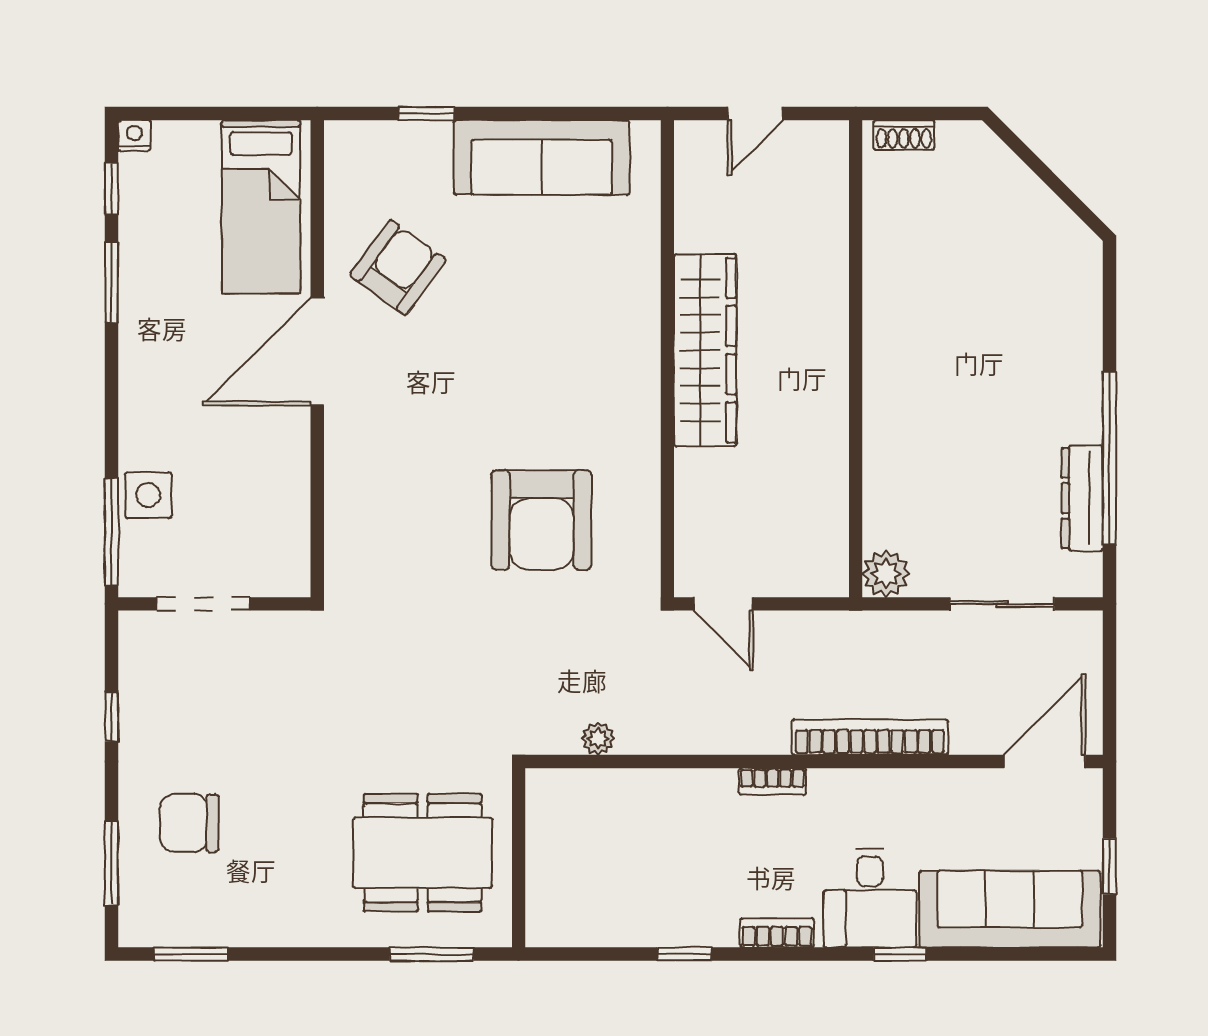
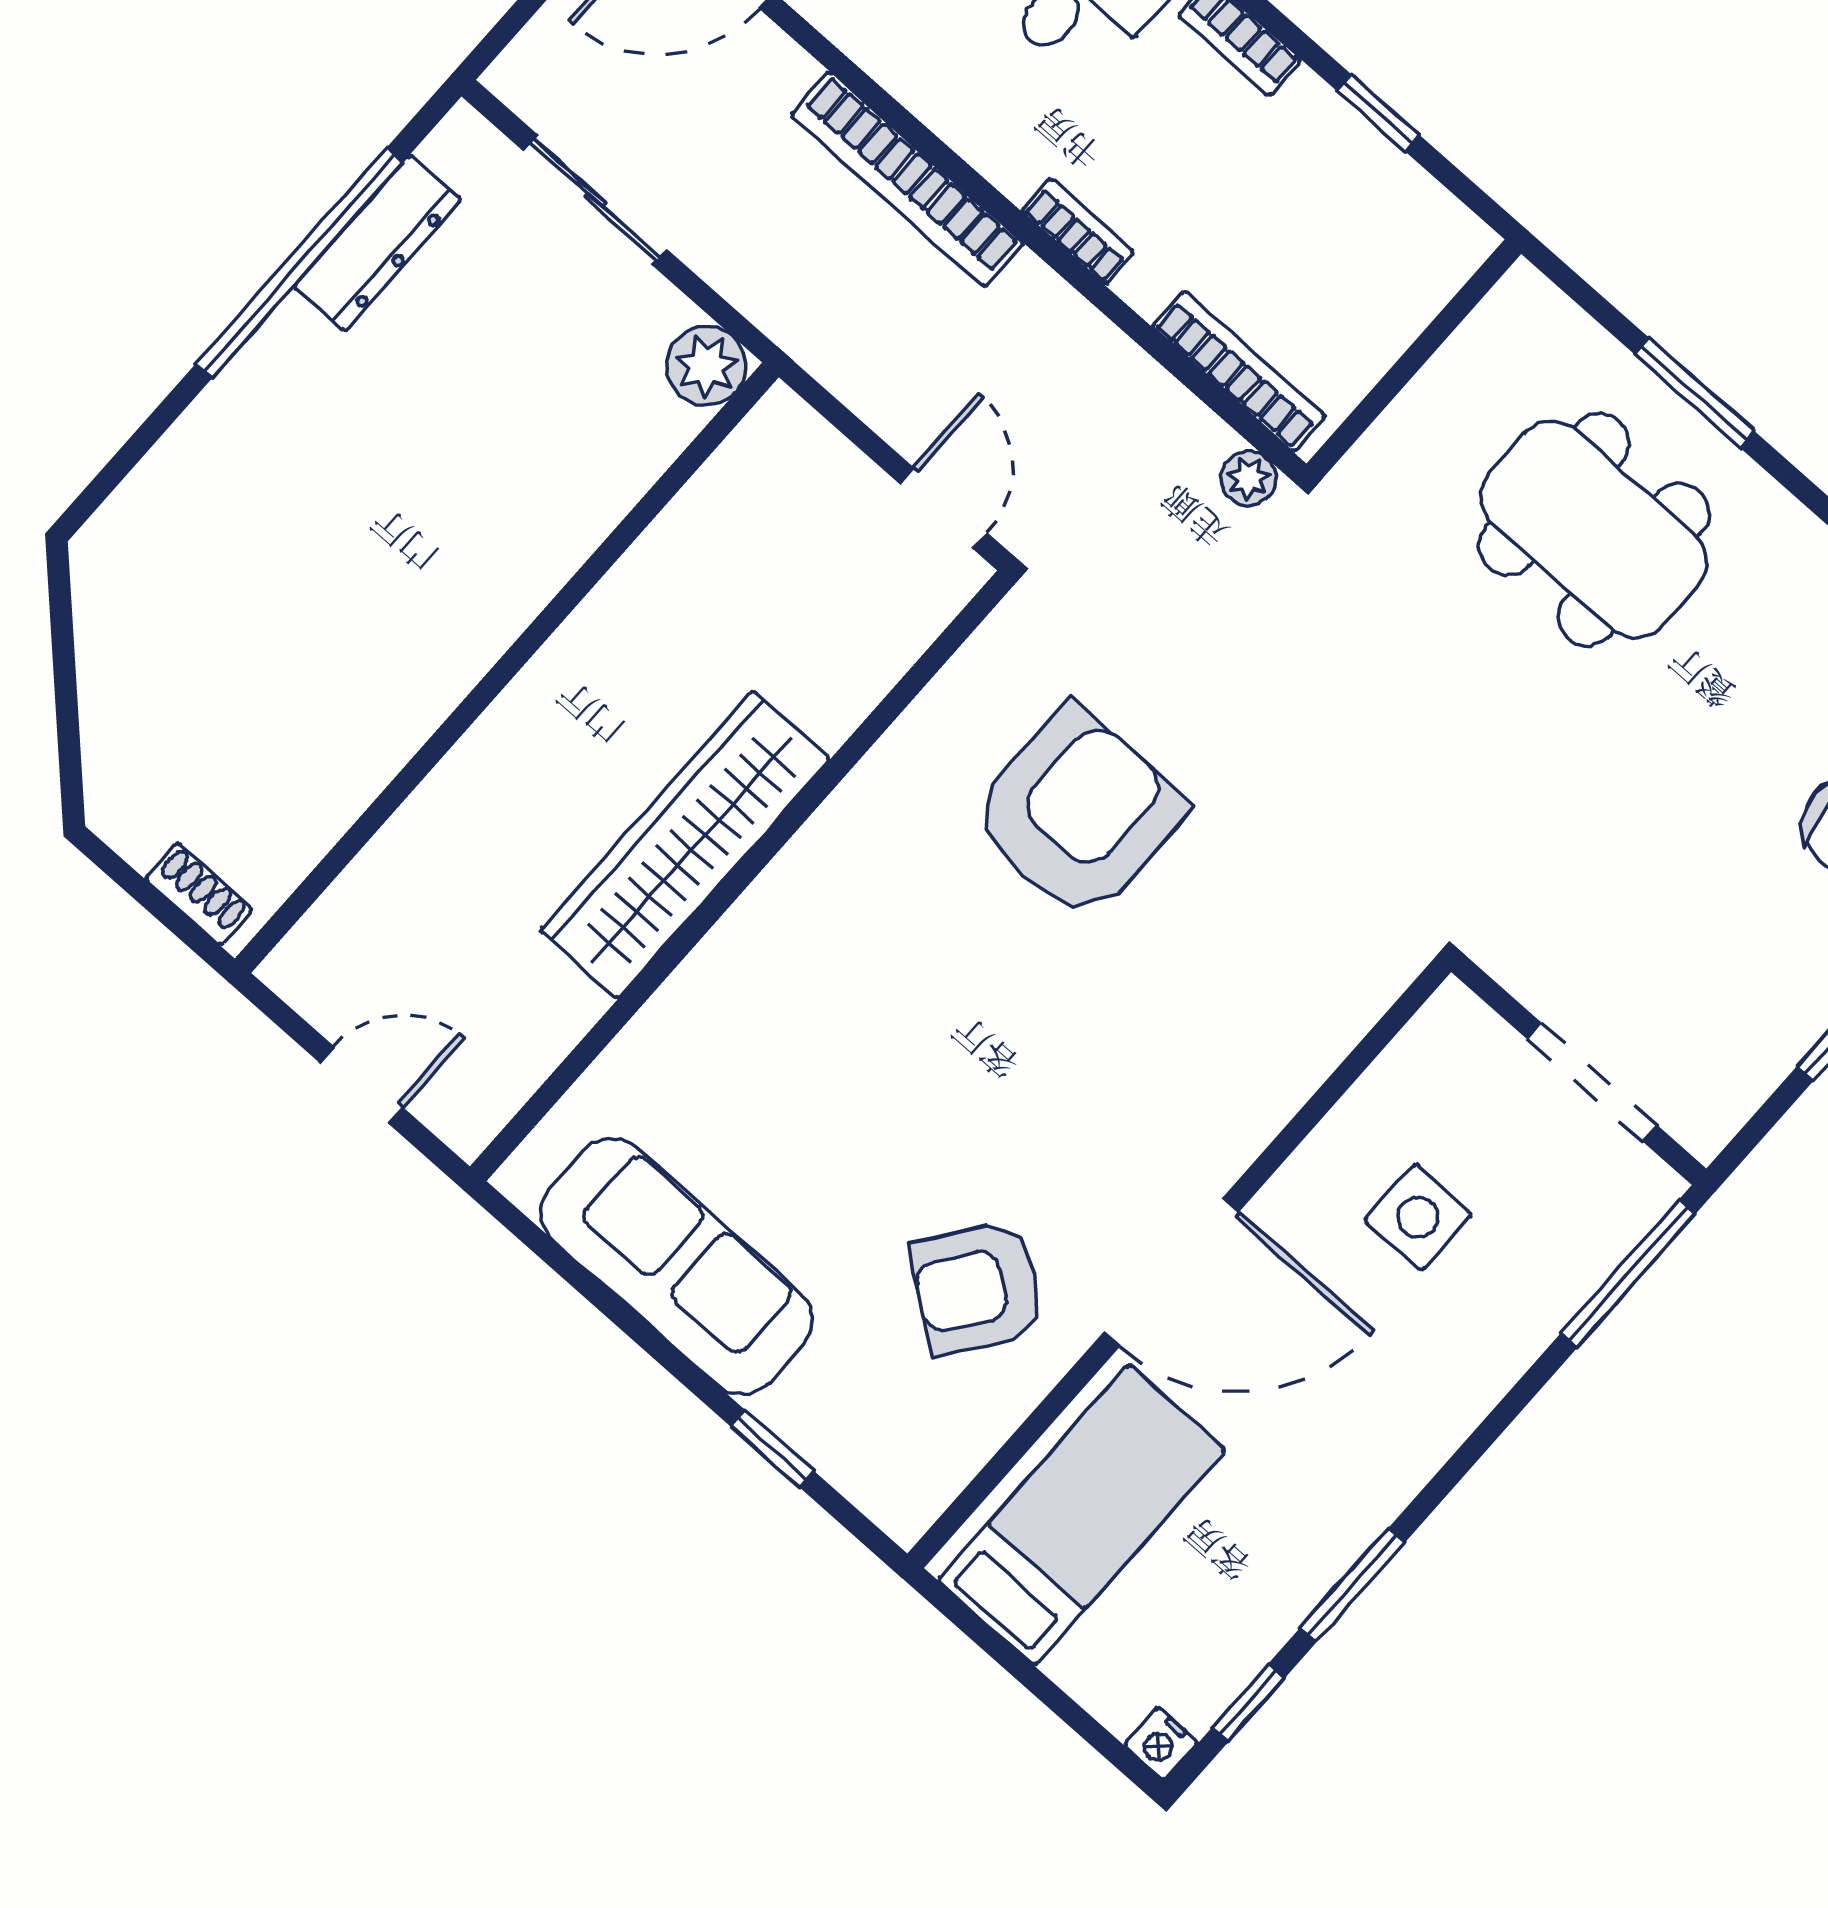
side table: (148, 495) -> (1418, 1217), moved
bookcase: (645, 783) -> (1239, 371), added
wall: (519, 858) -> (1414, 359), moved

